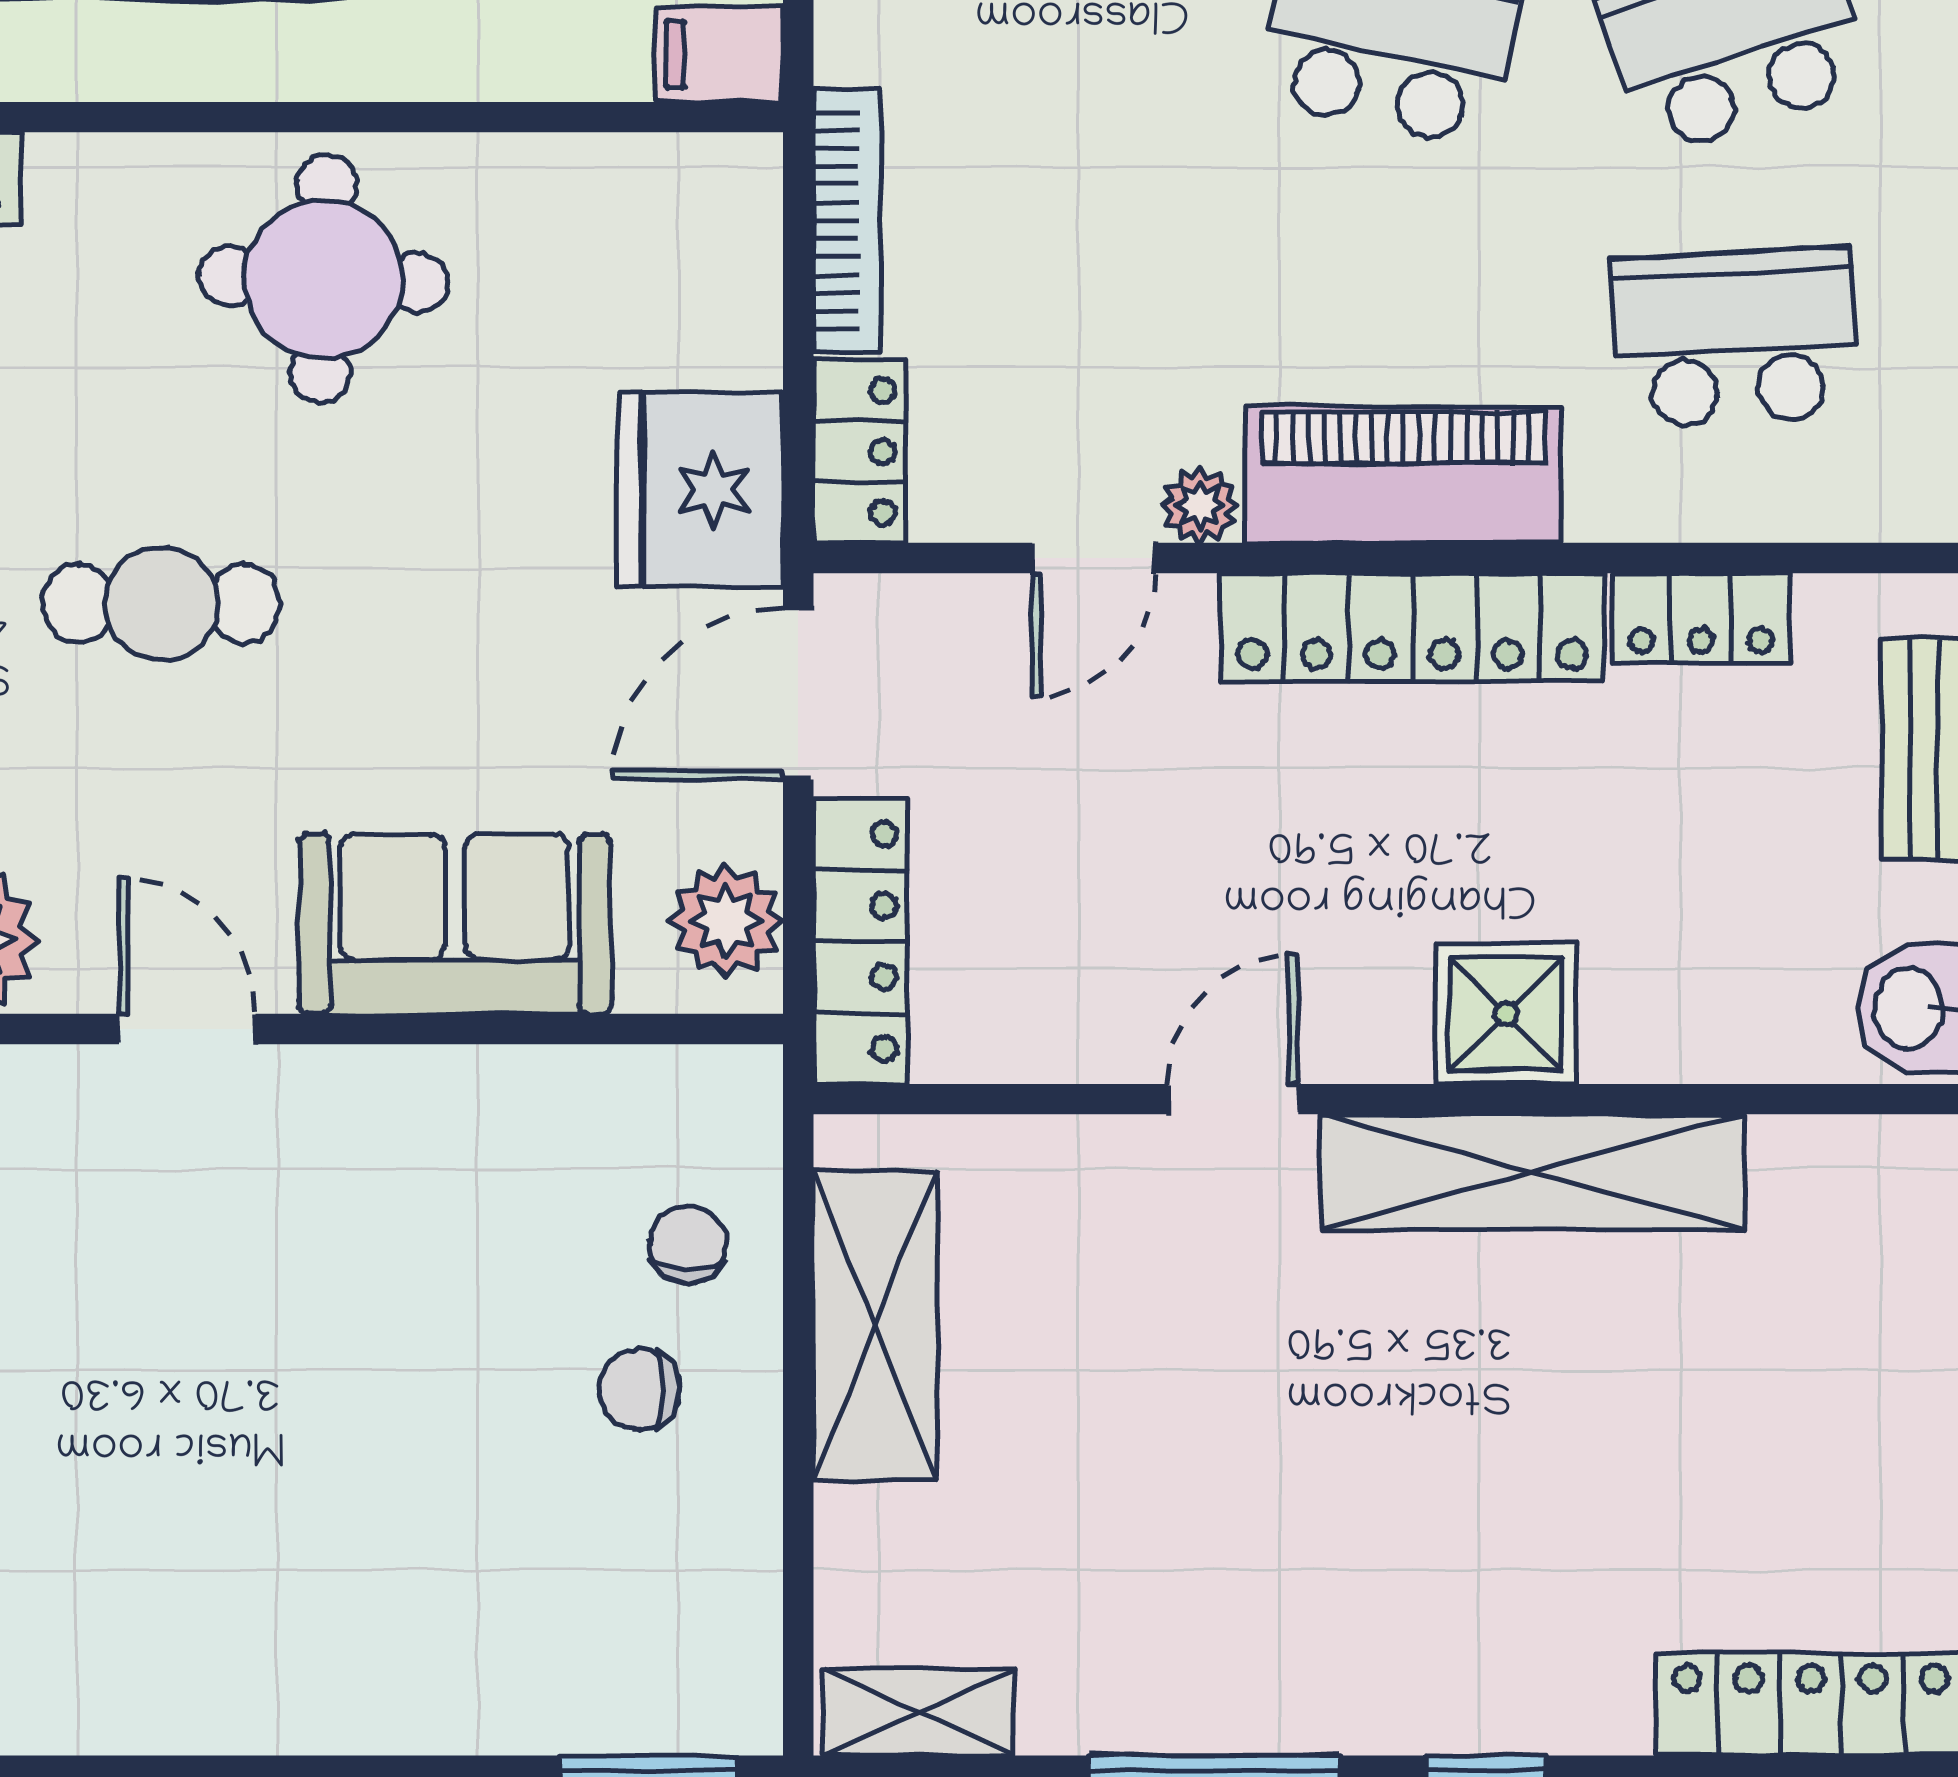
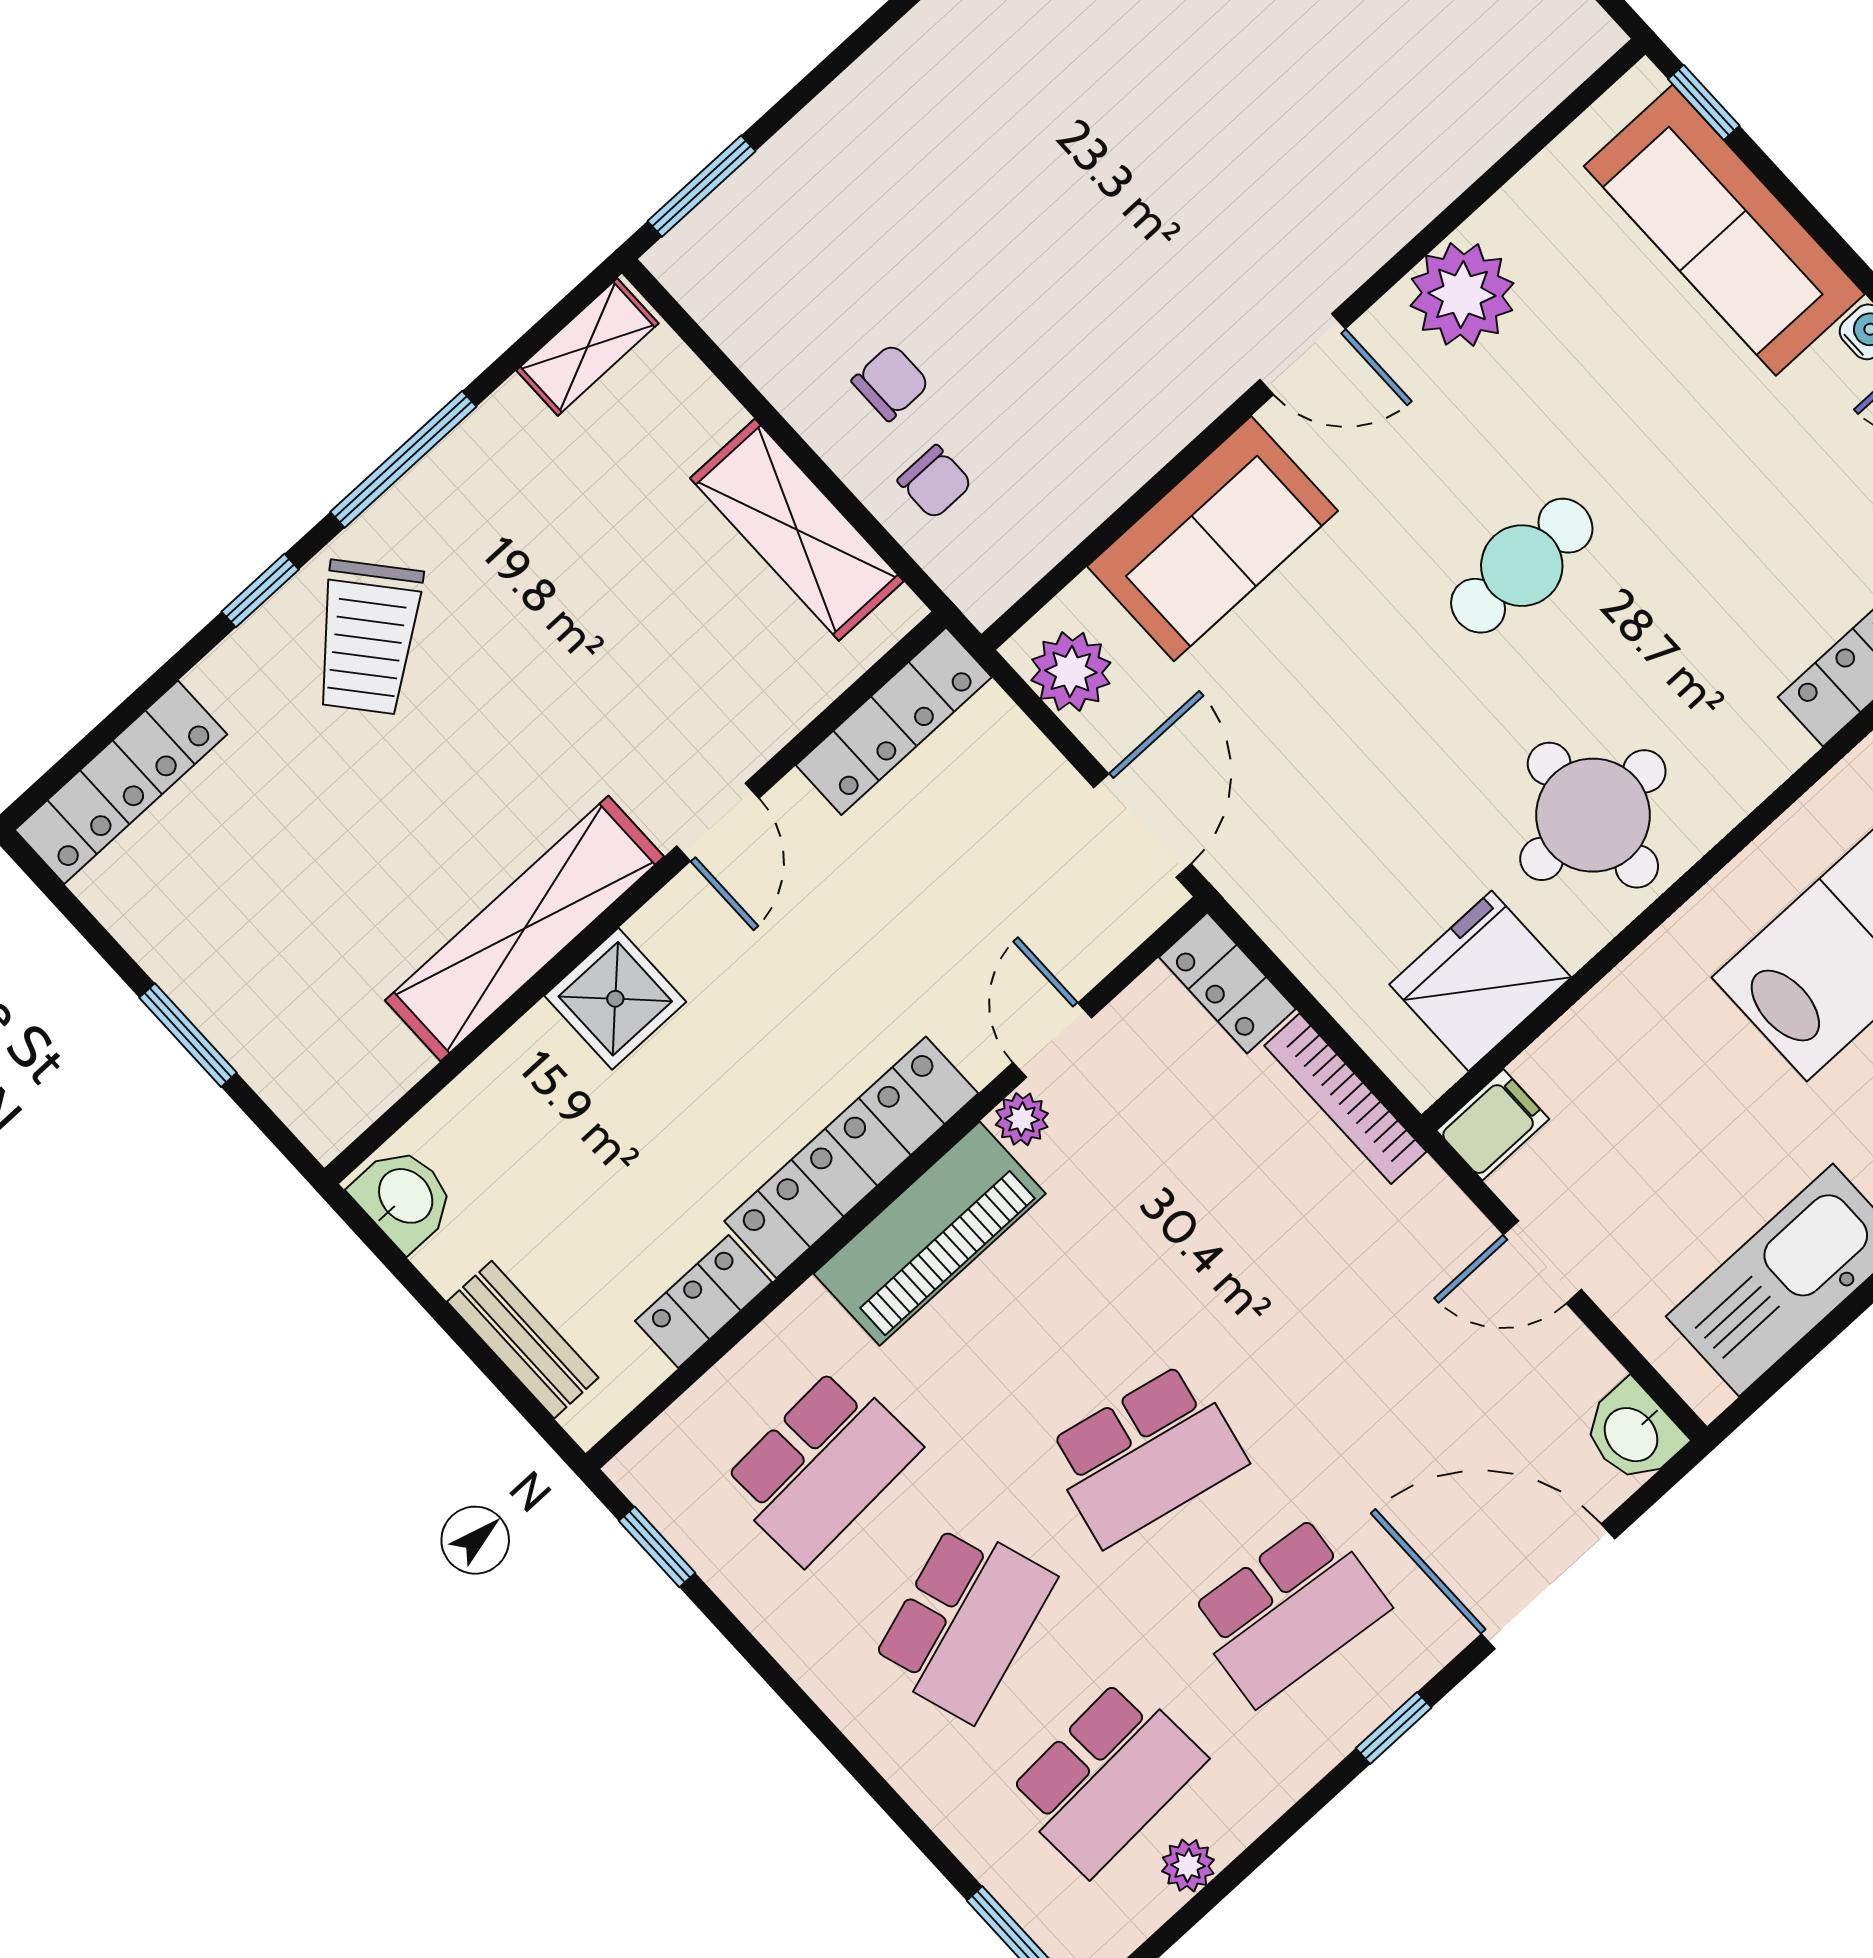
fridge: (701, 490) -> (1480, 981), moved, turned -90
locker: (861, 941) -> (894, 721), moved, turned -90
trolley: (1419, 1620) -> (368, 637), added

